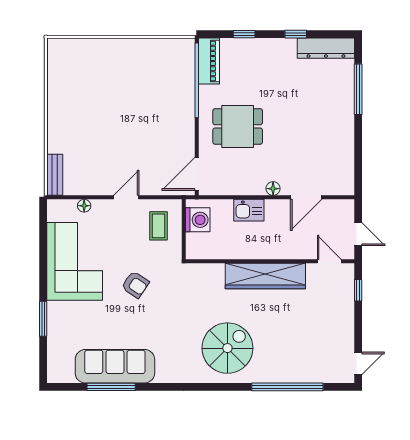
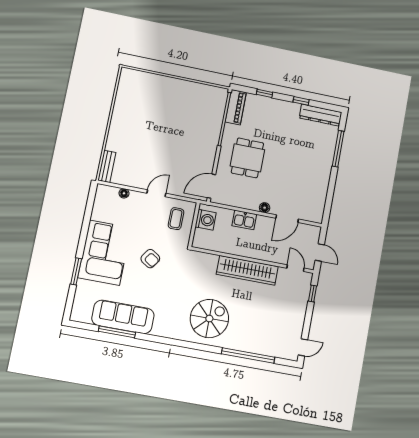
dining table: (238, 126) -> (247, 158), turned 90
corner sofa: (75, 261) -> (105, 253), moved

